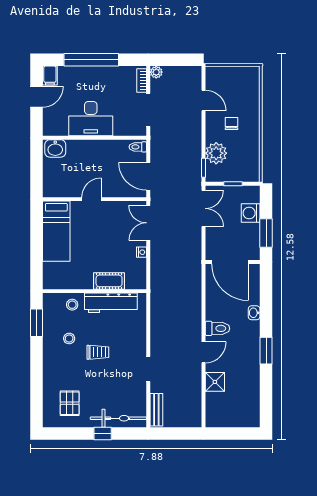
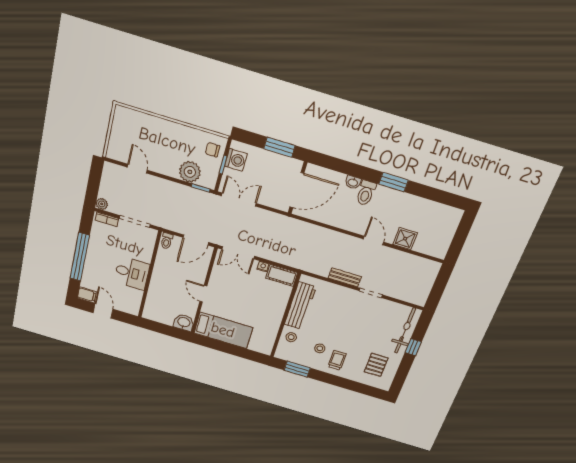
door: (203, 100) -> (137, 169), hinge flipped
desk: (91, 119) -> (132, 273), width x0.73
chair: (232, 124) -> (212, 150), moved
washbasin: (55, 148) -> (184, 323), moved, turned -90
washing machine: (251, 213) -> (236, 160), moved, turned -90
cot: (109, 281) -> (282, 275), moved, turned 90
toilet: (217, 328) -> (366, 193), moved, turned 180
trolley: (98, 352) -> (337, 360), moved
pallet: (70, 403) -> (376, 365), turned 90
bench: (156, 410) -> (345, 277), moved

